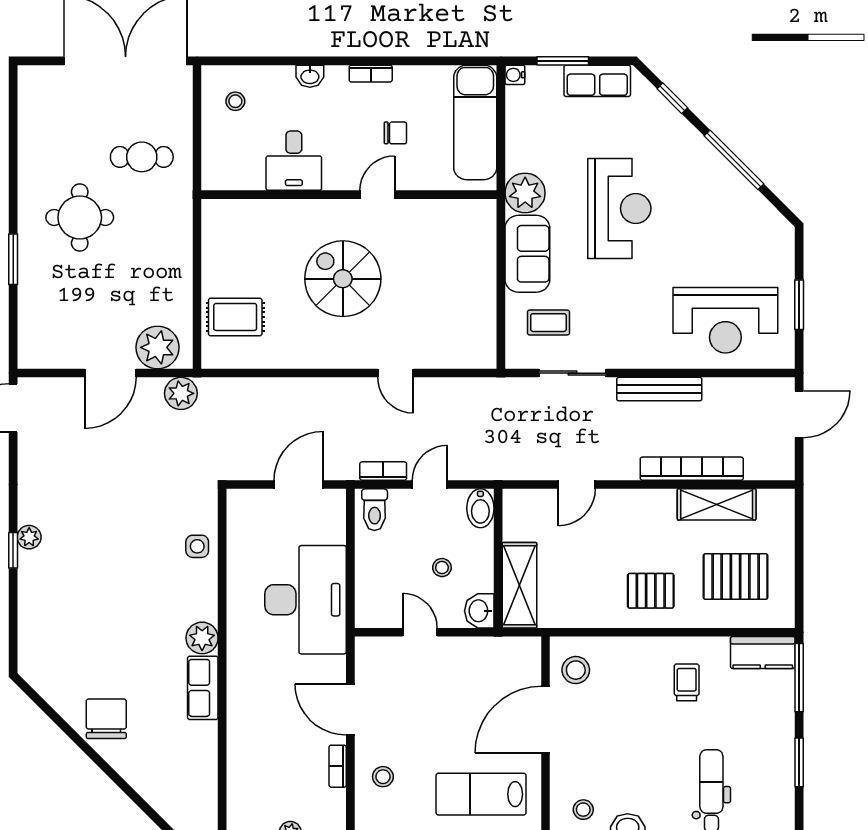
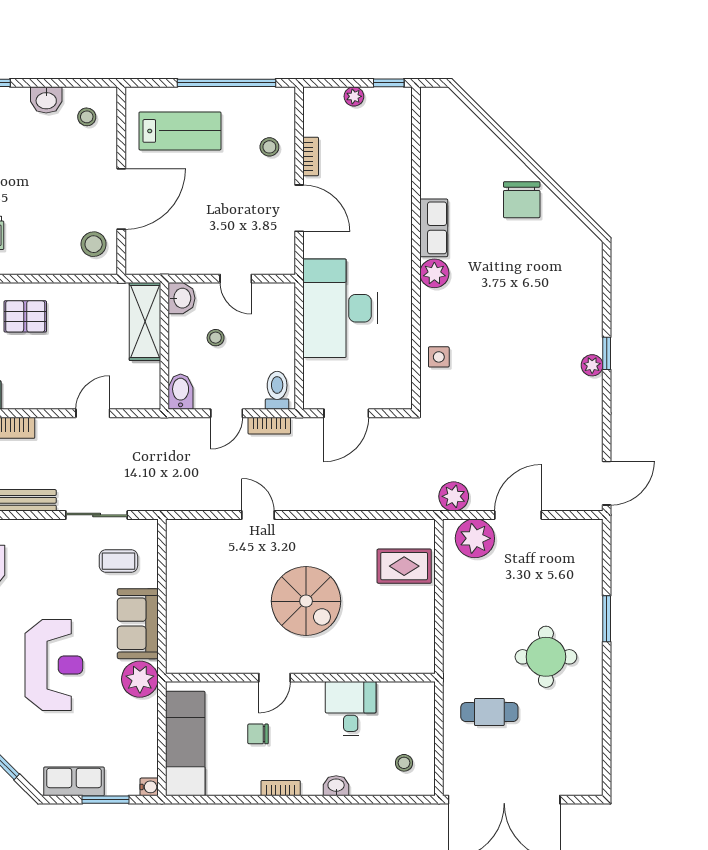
reception desk: (619, 208) -> (54, 665), turned 180

